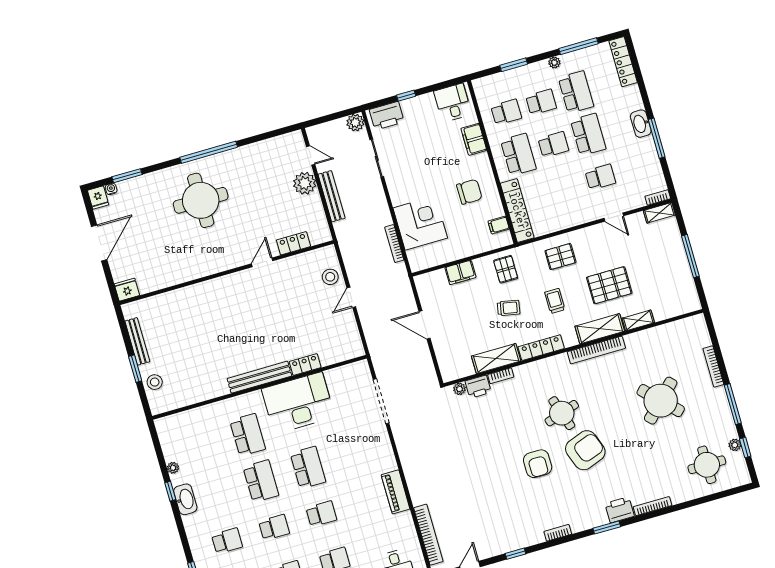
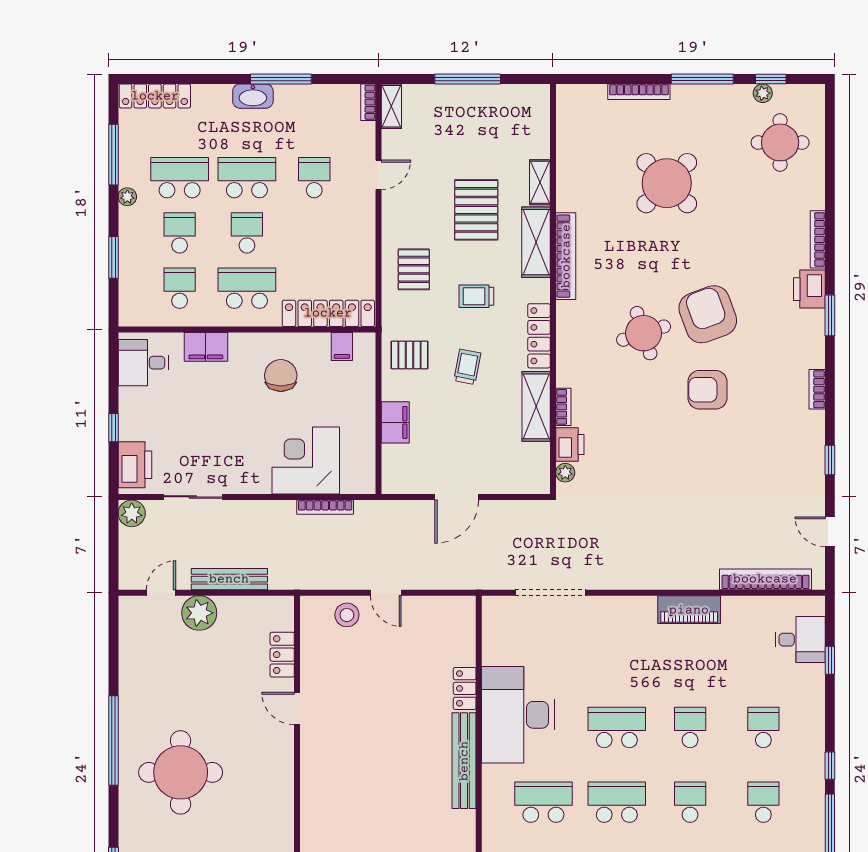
armchair: (538, 464) -> (707, 390), turned 180

